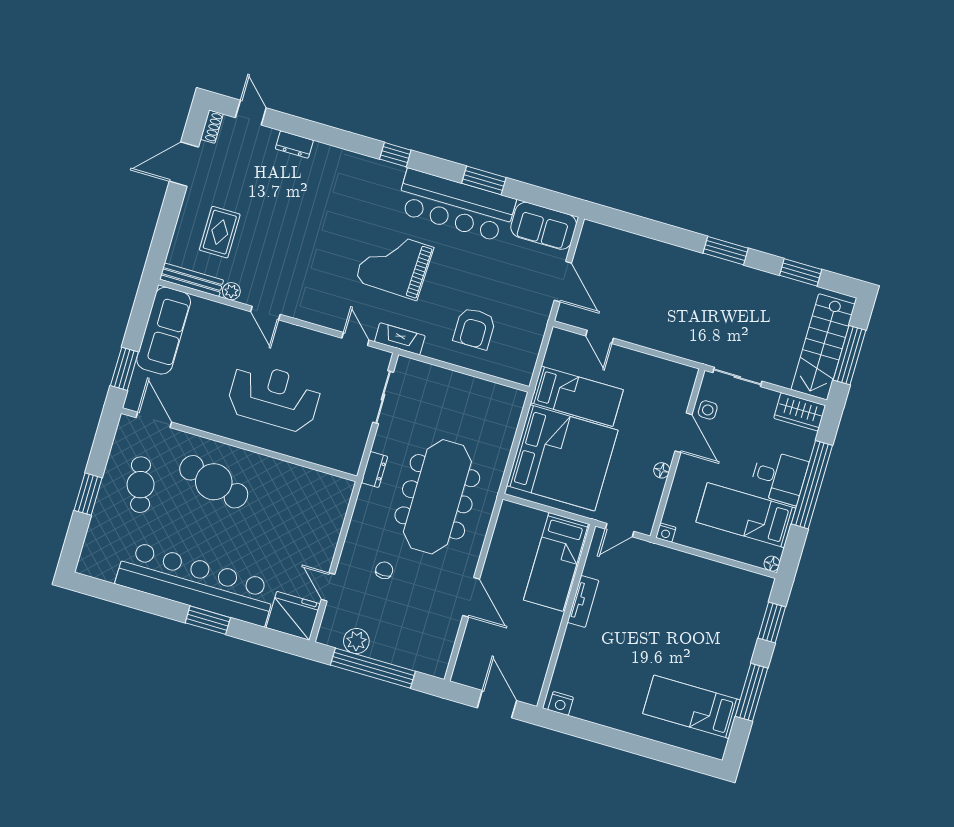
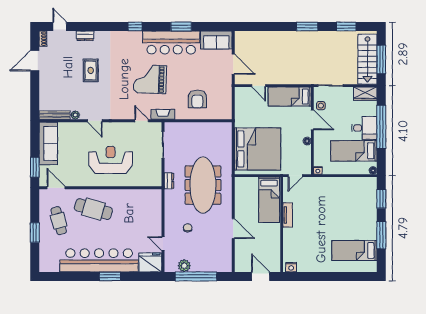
rug: (220, 232) -> (91, 70), moved
bed: (577, 396) -> (290, 97), moved, turned 180

